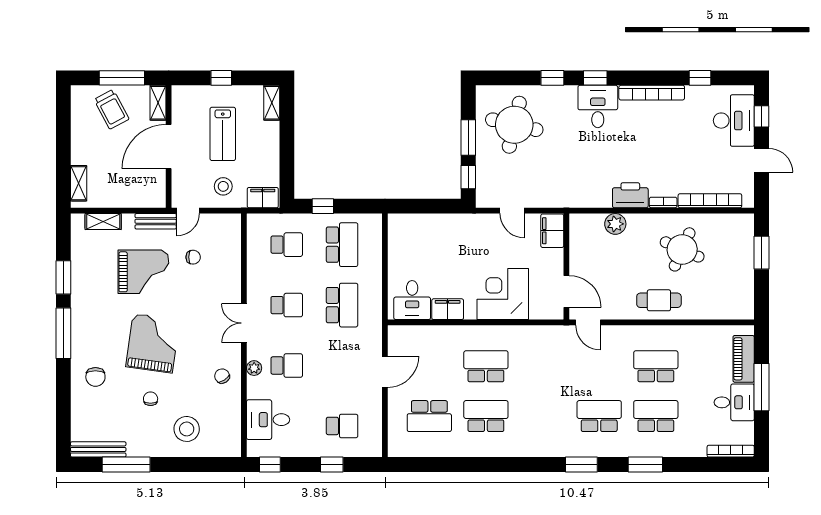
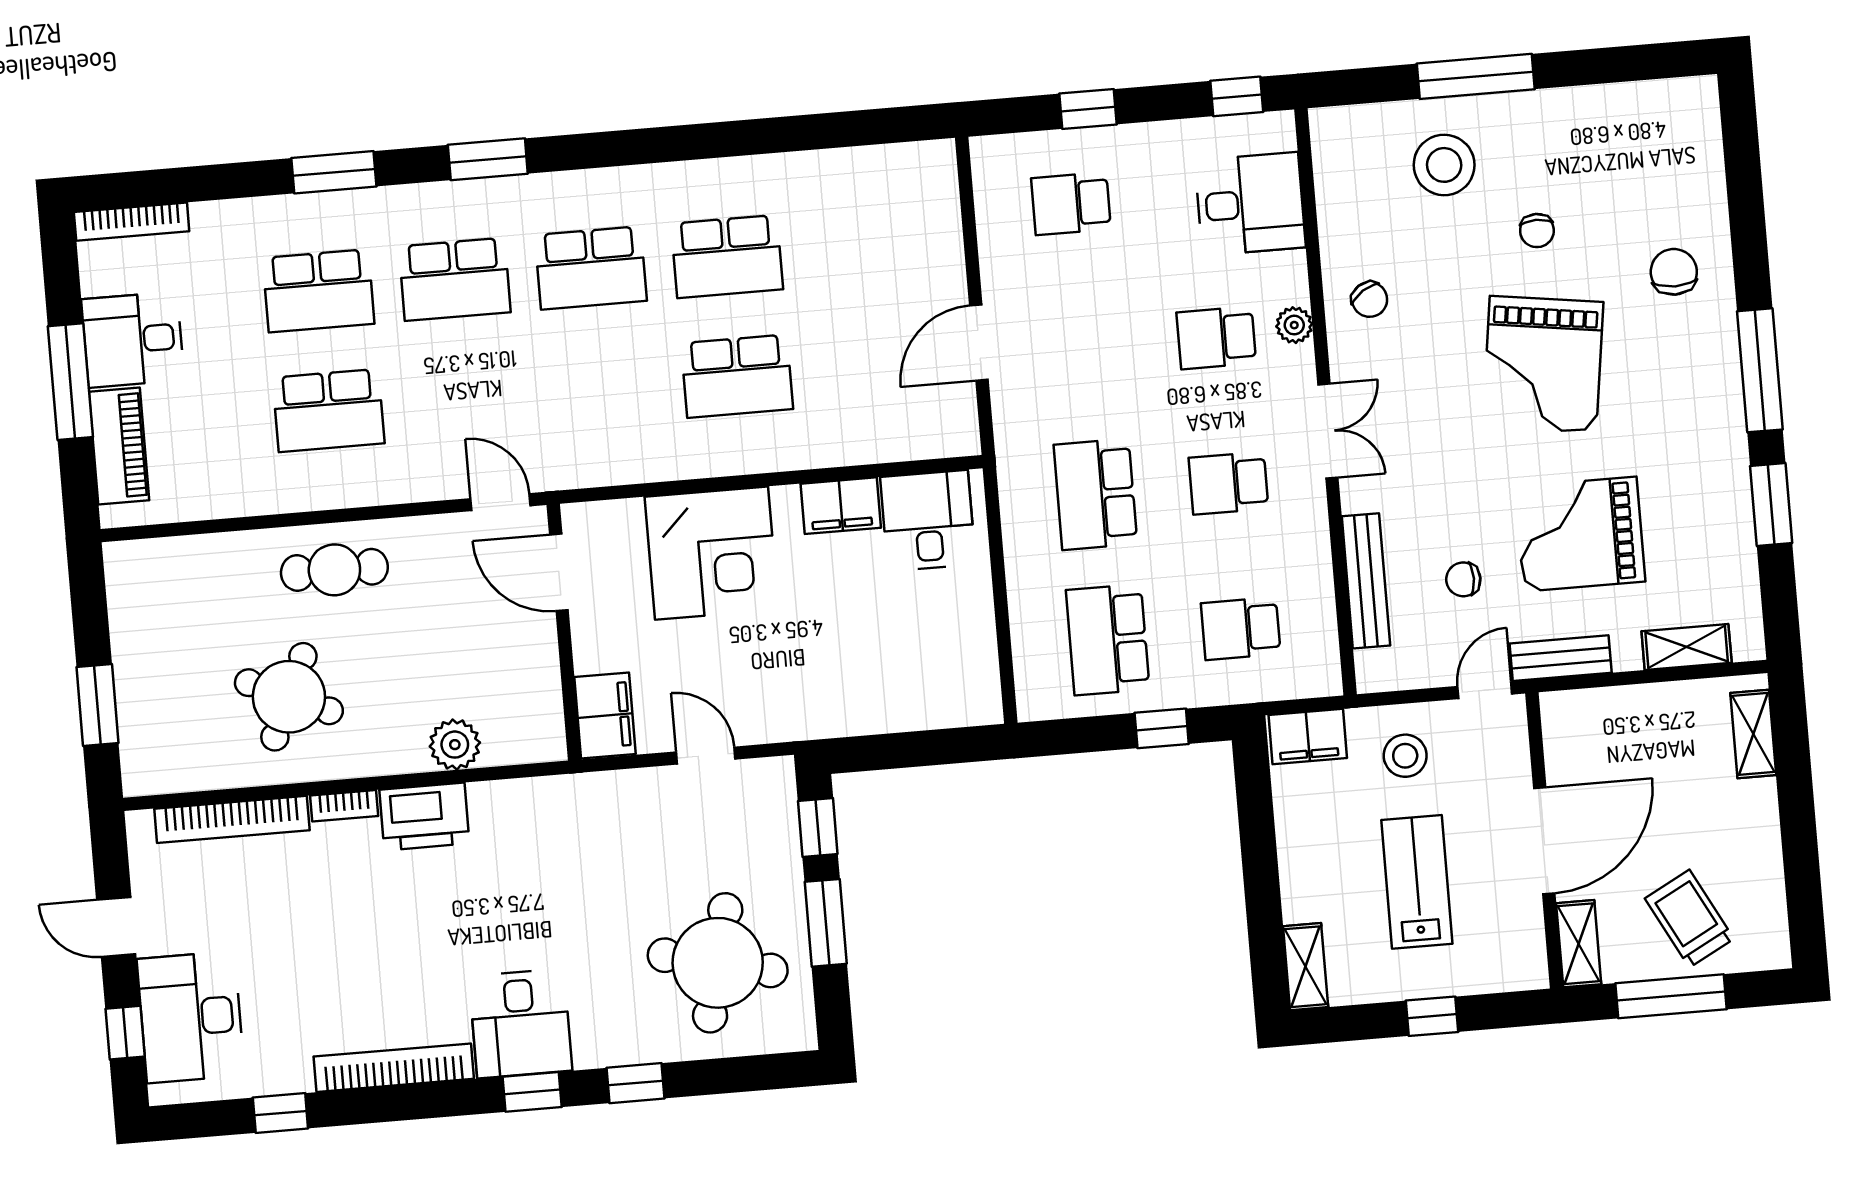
school desk: (429, 416) -> (591, 268), moved, turned 180
bench: (98, 449) -> (1366, 581), moved, turned 90
window: (126, 464) -> (1476, 76), moved

